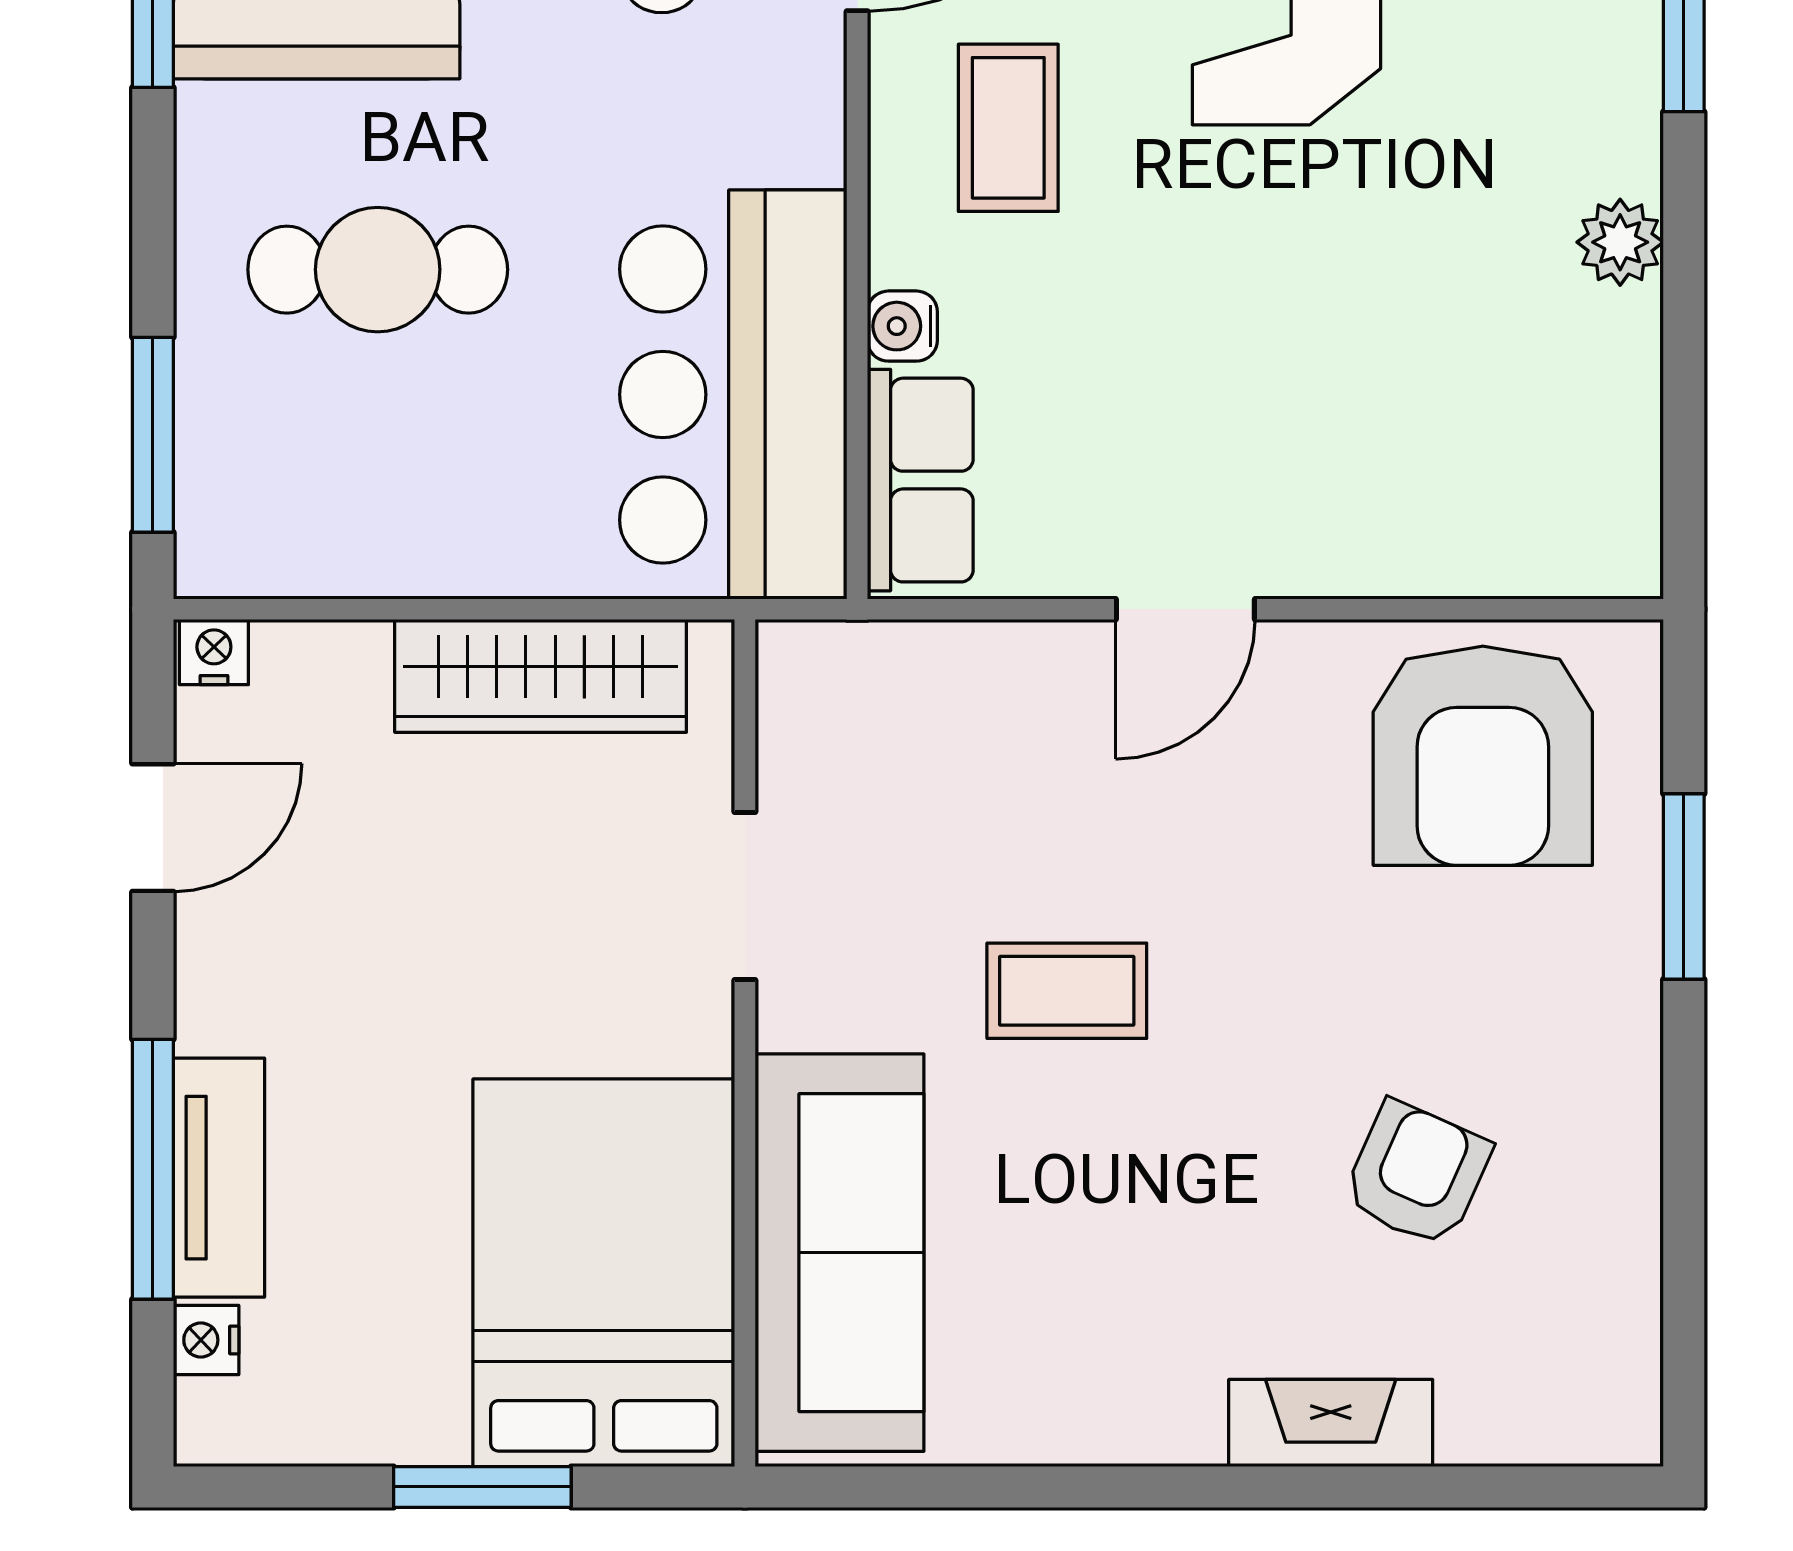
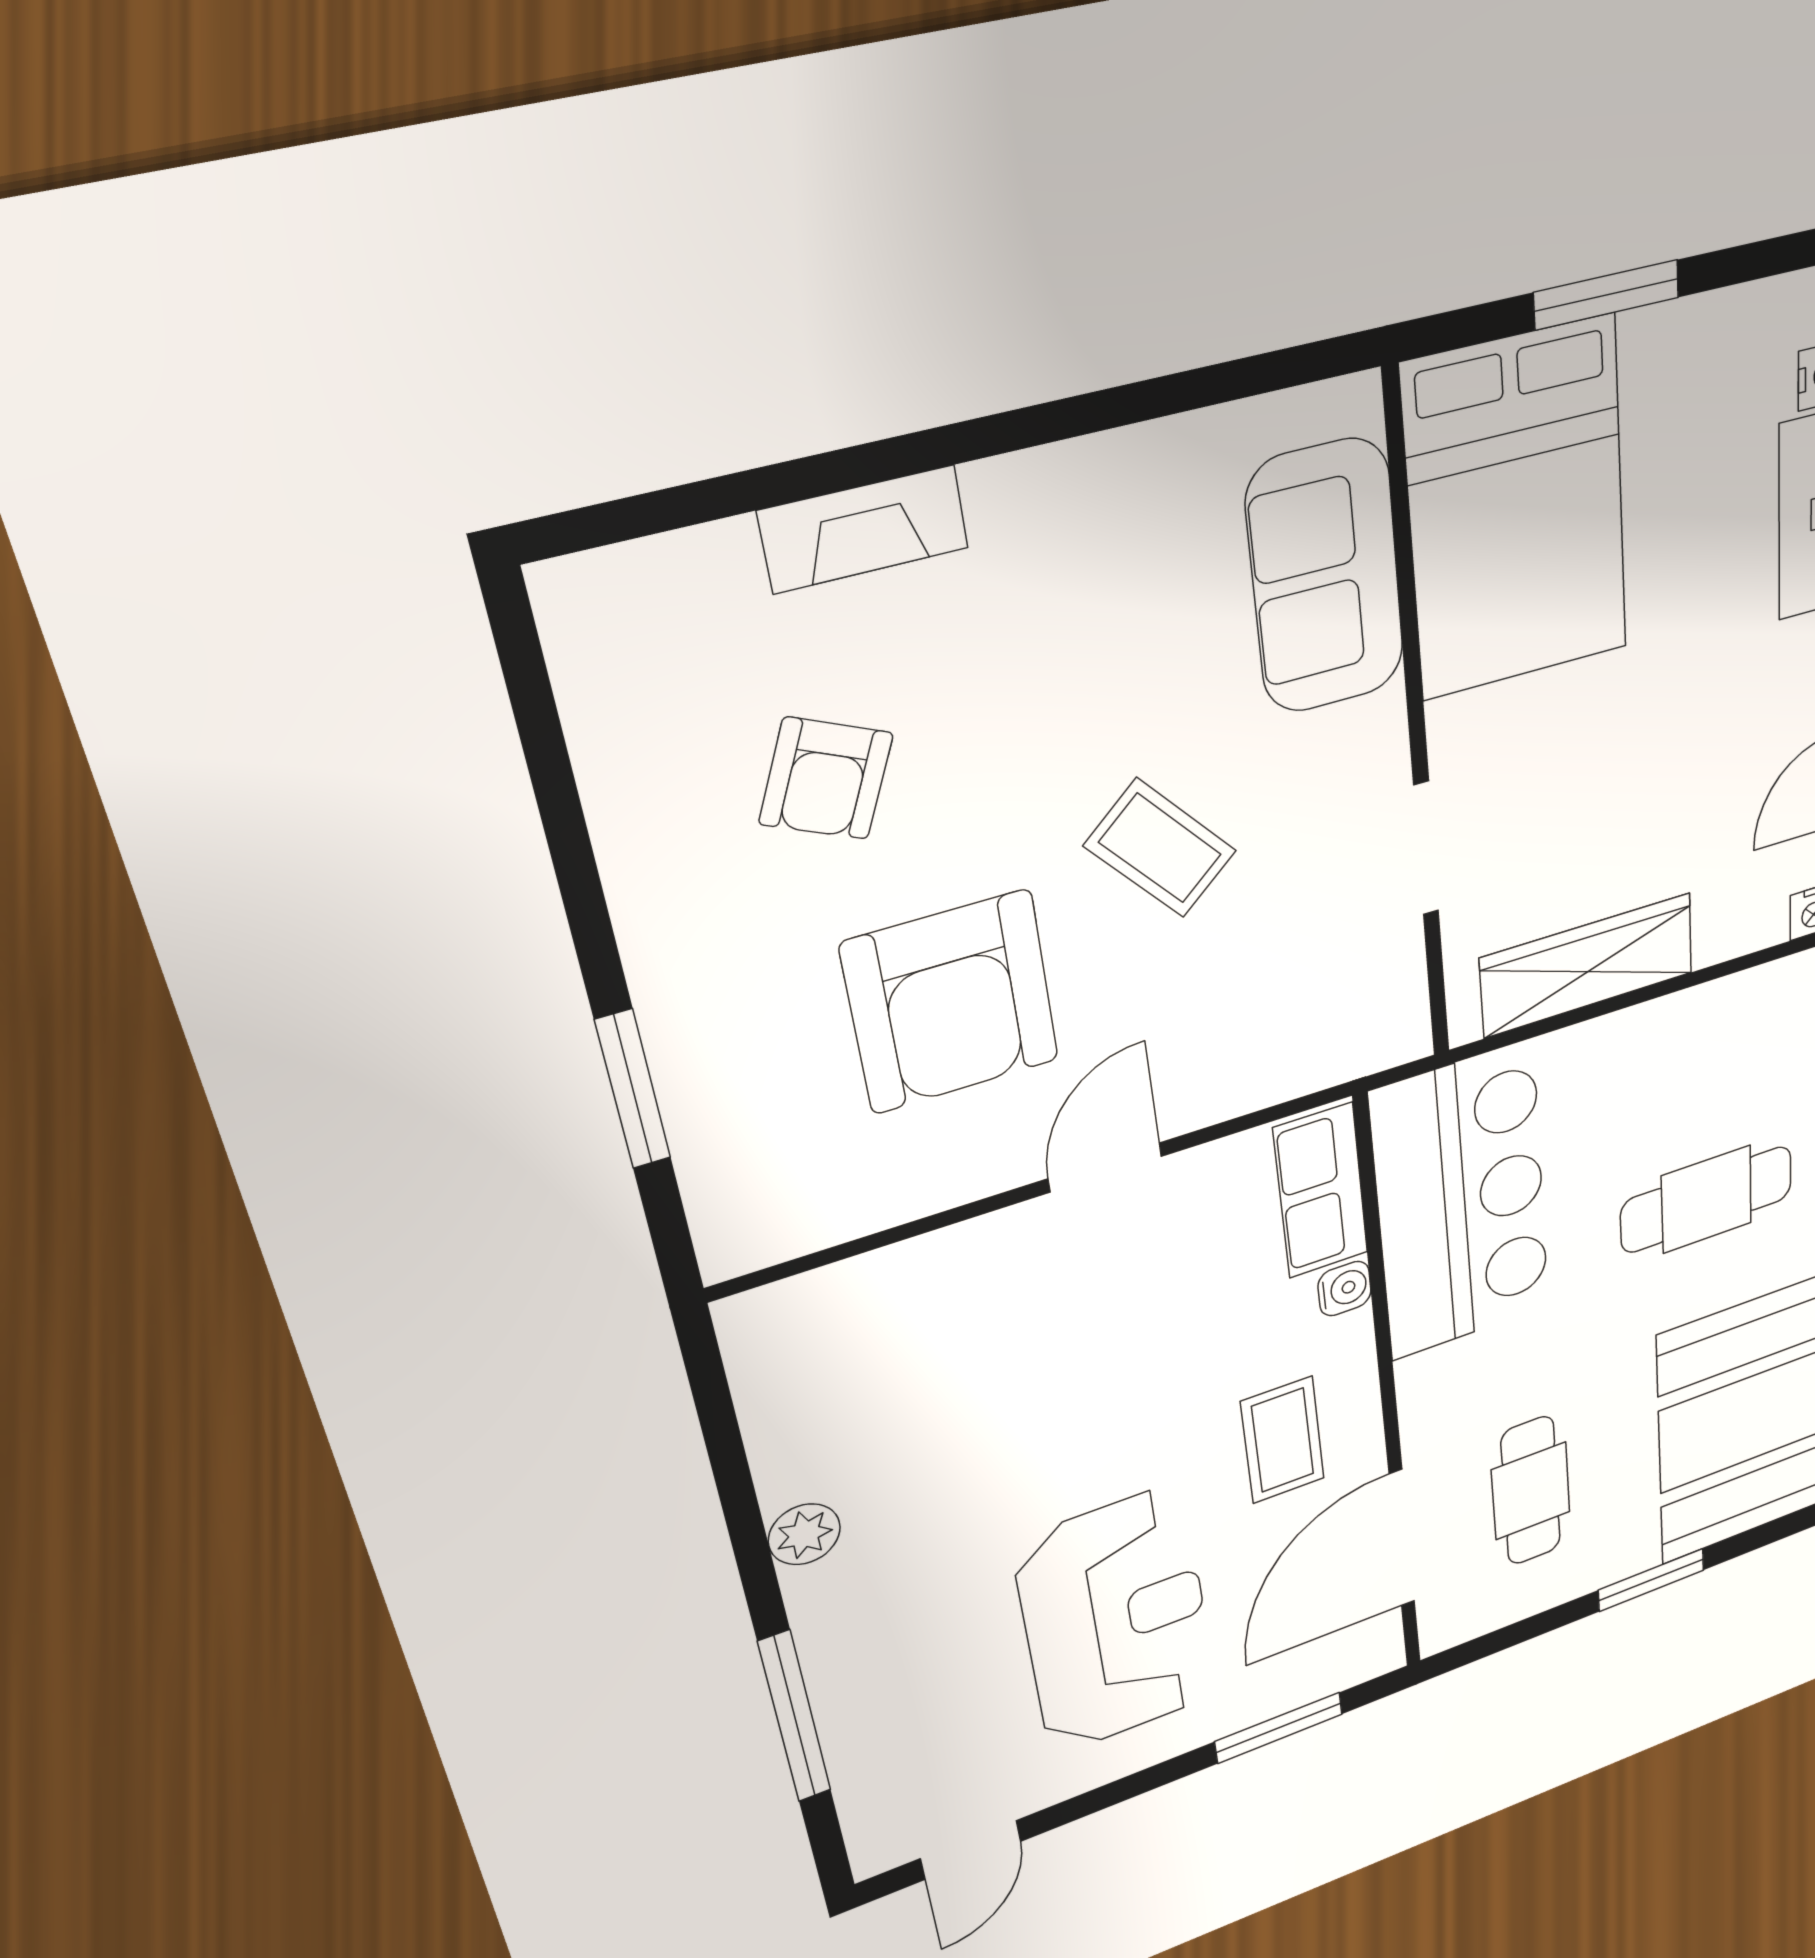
armchair: (1483, 756) -> (951, 1002), moved, turned 180
coffee table: (1067, 991) -> (1160, 848), turned 49
sofa: (839, 1253) -> (1326, 577), width x0.73

